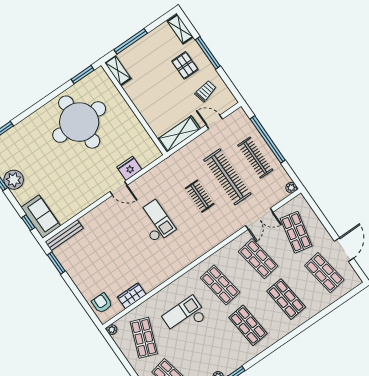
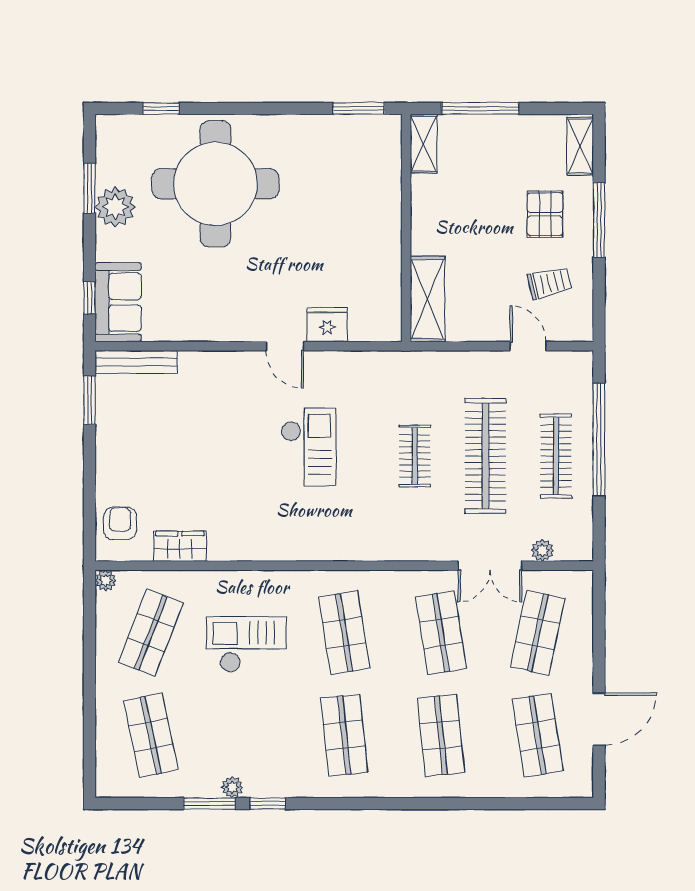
round table: (79, 122) -> (215, 184), moved
shelving: (179, 134) -> (428, 299), moved, turned 90
plant: (291, 188) -> (542, 550), moved

